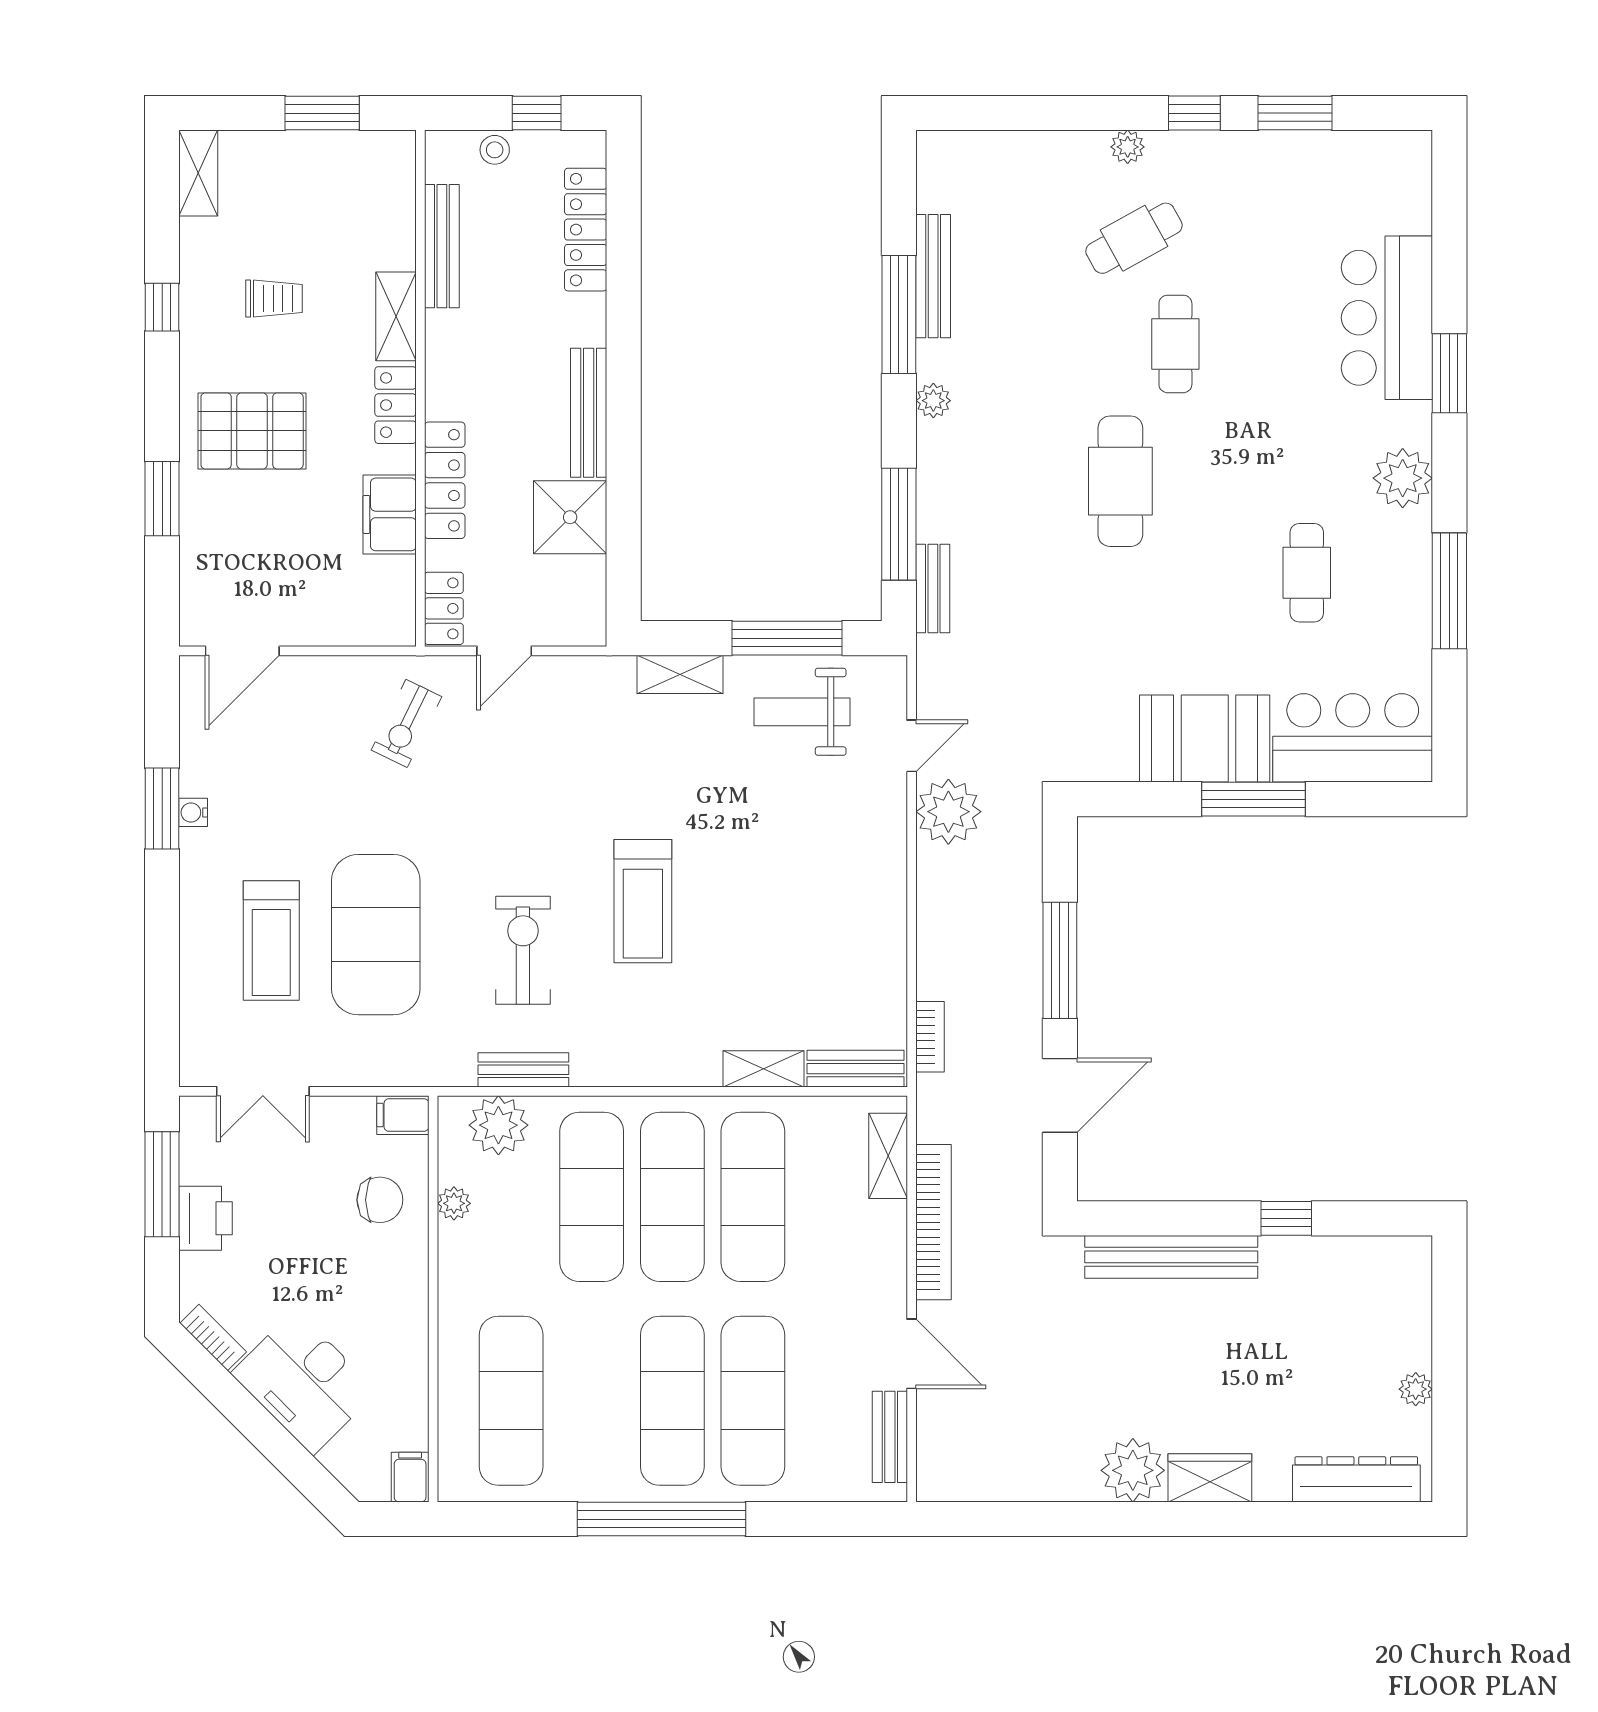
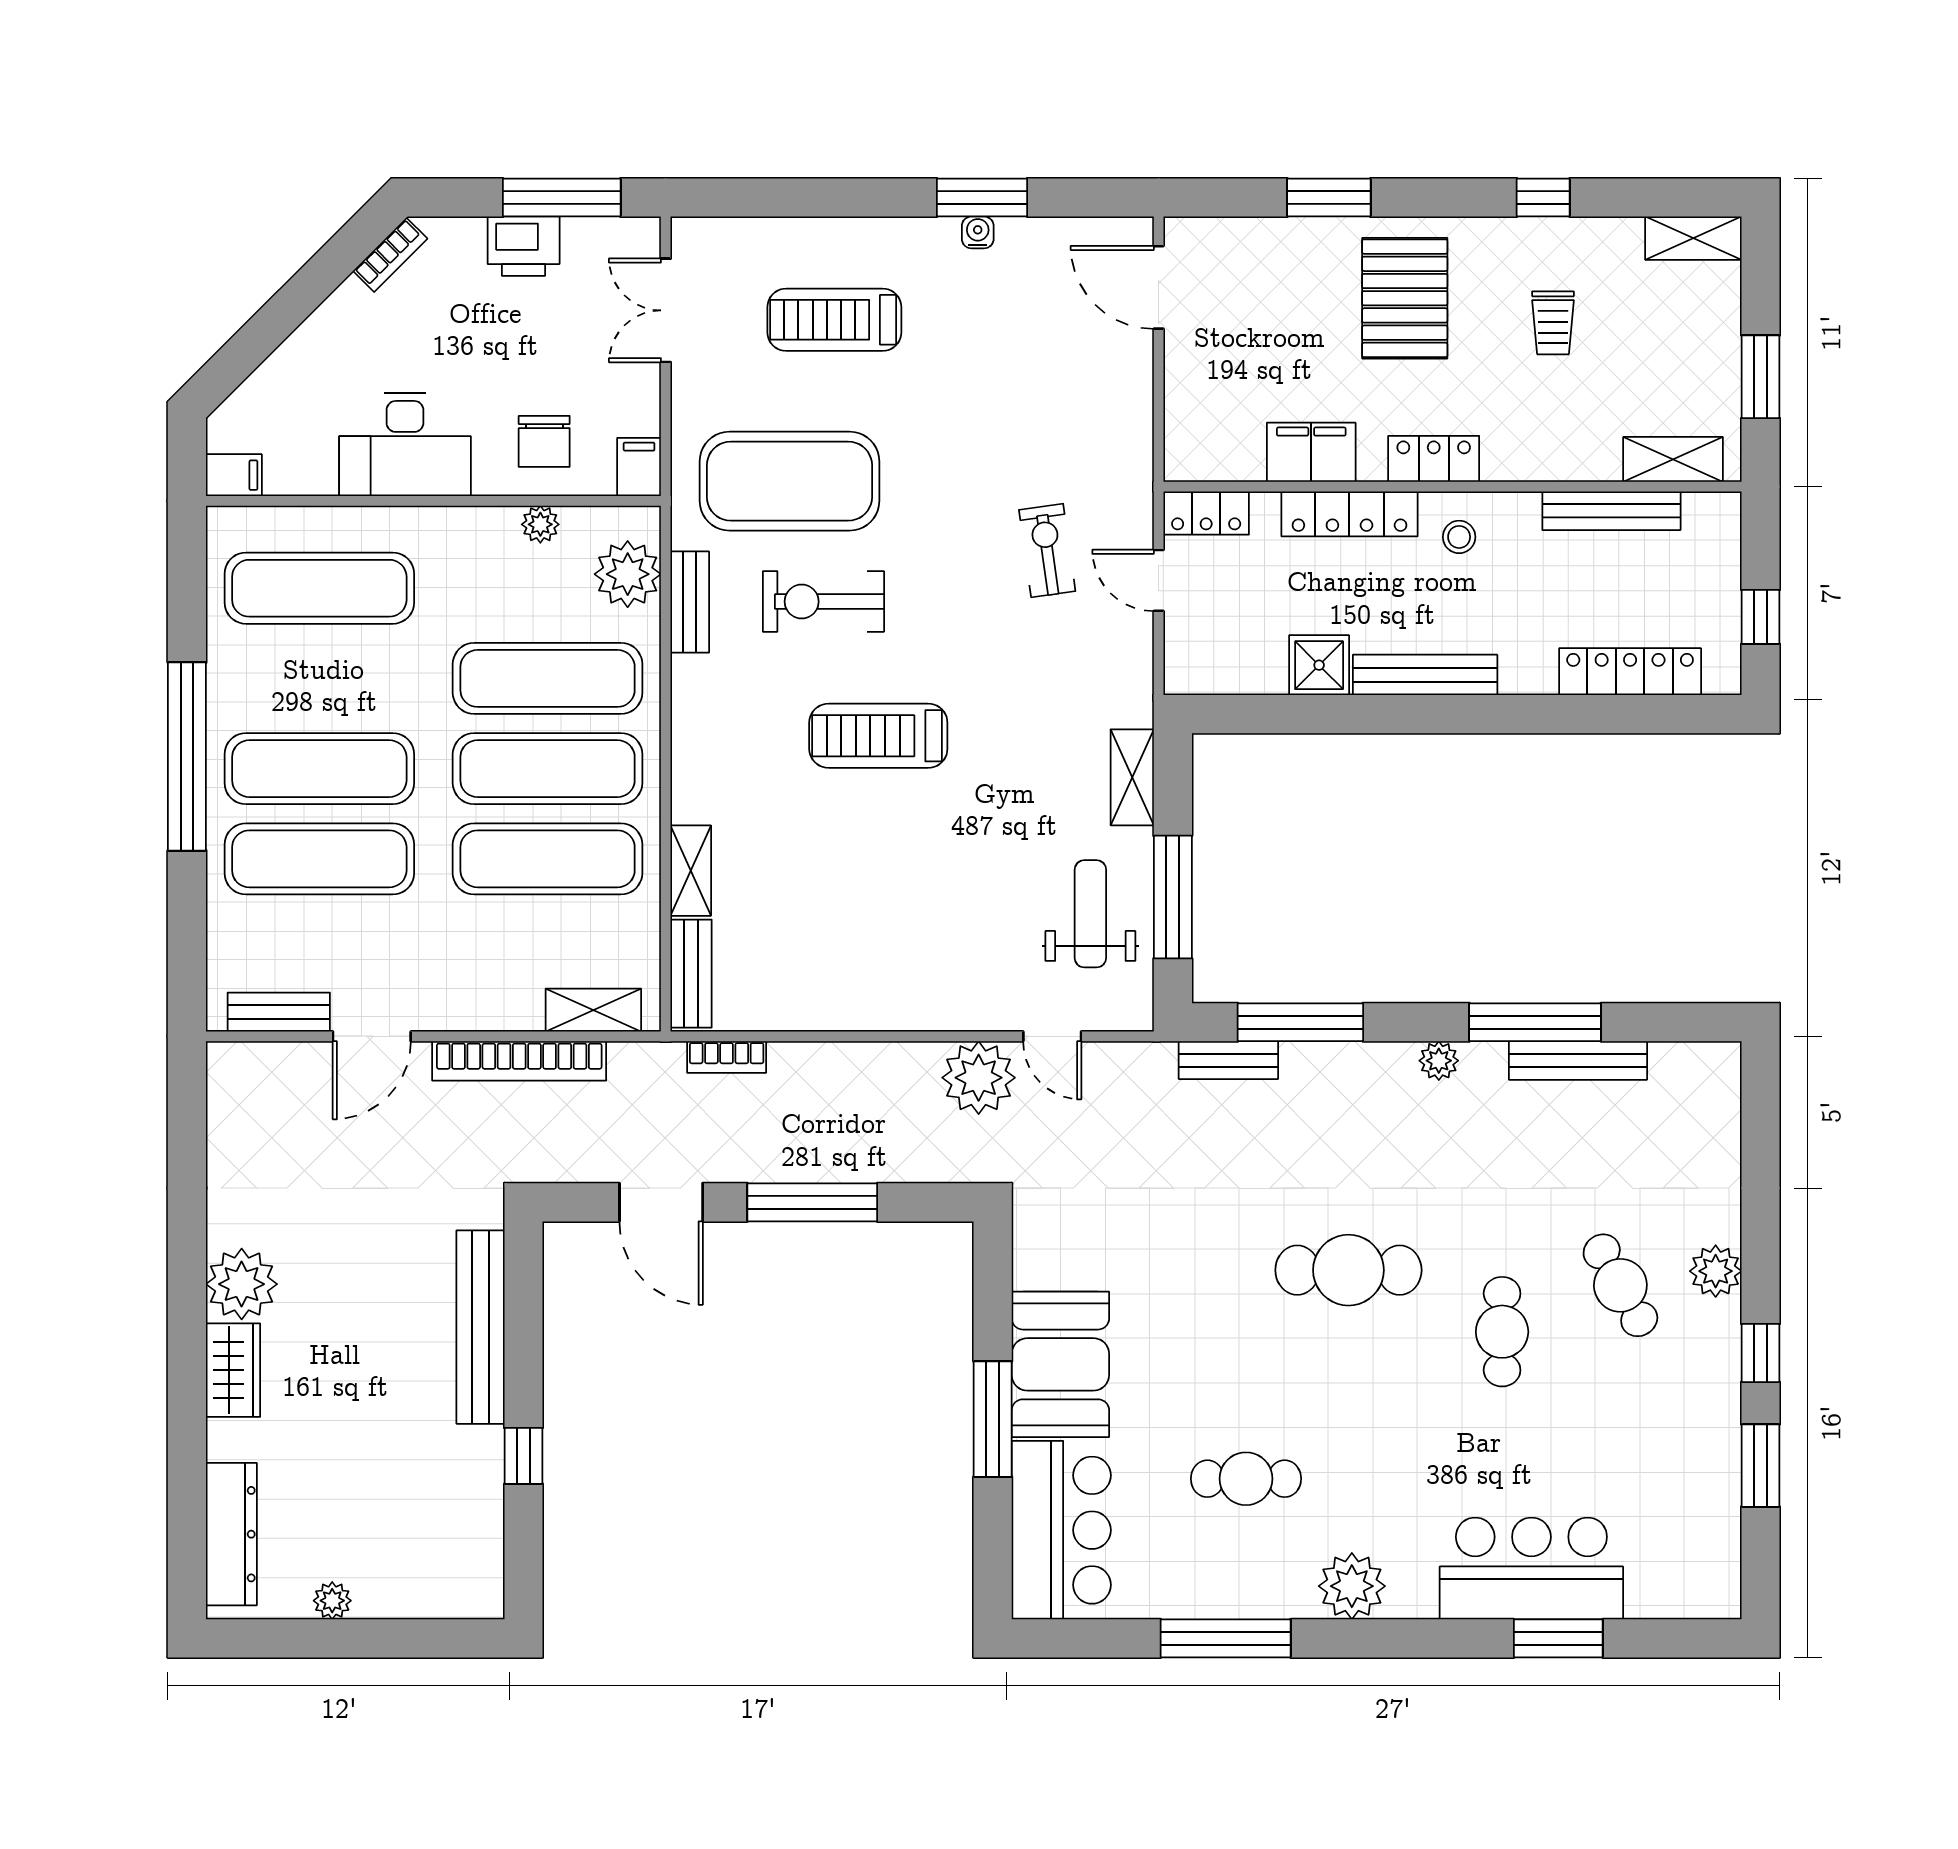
plant: (1128, 147) -> (1716, 1271), width x1.38, depth x1.38
stool: (495, 150) -> (1459, 537), moved
shelving: (396, 316) -> (1673, 459), moved
cafe table: (1175, 344) -> (1502, 1332), turned 90
window: (1449, 373) -> (1558, 1638), moved
shower: (570, 517) -> (1319, 665), width x0.73, depth x0.73
exercise bike: (406, 723) -> (1047, 551), moved, turned 56
exercise mat: (376, 935) -> (789, 481), moved
exercise bike: (523, 950) -> (823, 602), turned 180
desk: (304, 1382) -> (405, 444), moved, turned -135

